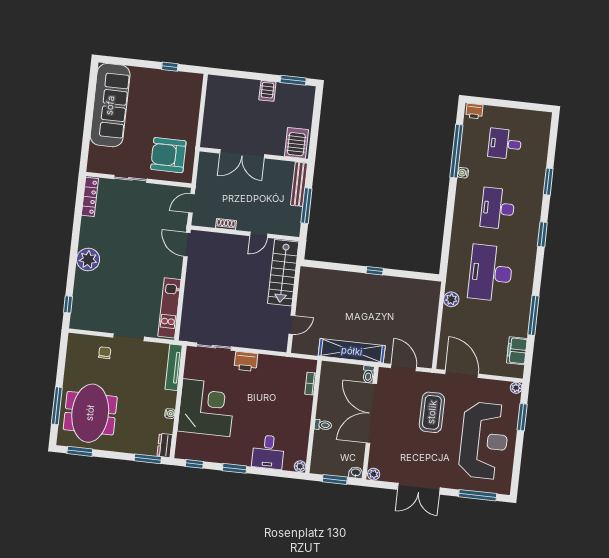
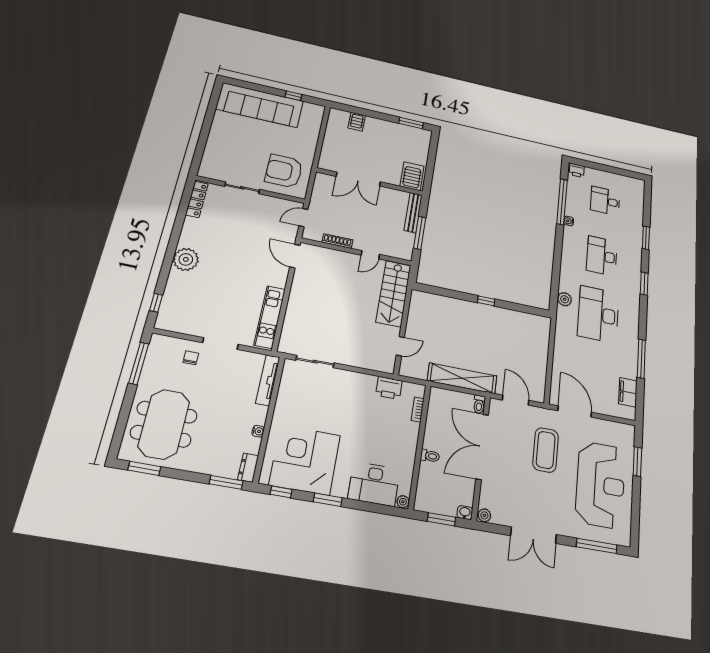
server rack: (267, 91) -> (357, 122), moved
sofa: (110, 105) -> (260, 105), moved, turned 90
shoe rack: (226, 224) -> (337, 241), width x1.43
plant: (451, 299) -> (565, 299), moved
printer: (246, 361) -> (389, 388), moved
plant: (516, 388) -> (629, 430), removed
window: (57, 406) -> (139, 363), moved
corner desk: (206, 408) -> (305, 460), moved, turned -90
desk: (268, 452) -> (374, 484), width x1.37

